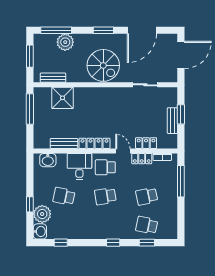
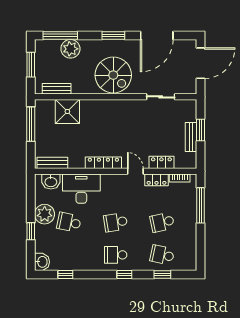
bench: (64, 143) -> (52, 163), moved
desk: (79, 166) -> (81, 189), width x1.37
school desk: (105, 167) -> (116, 255), moved
plant: (42, 214) -> (45, 214), moved

